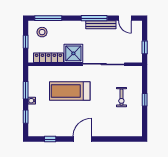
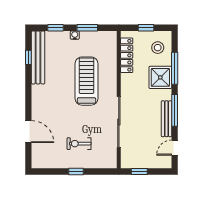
window: (48, 18) -> (175, 68), moved
shower: (73, 53) -> (160, 77), moved
bench: (50, 131) -> (38, 57), added
door: (82, 139) -> (28, 132), moved

